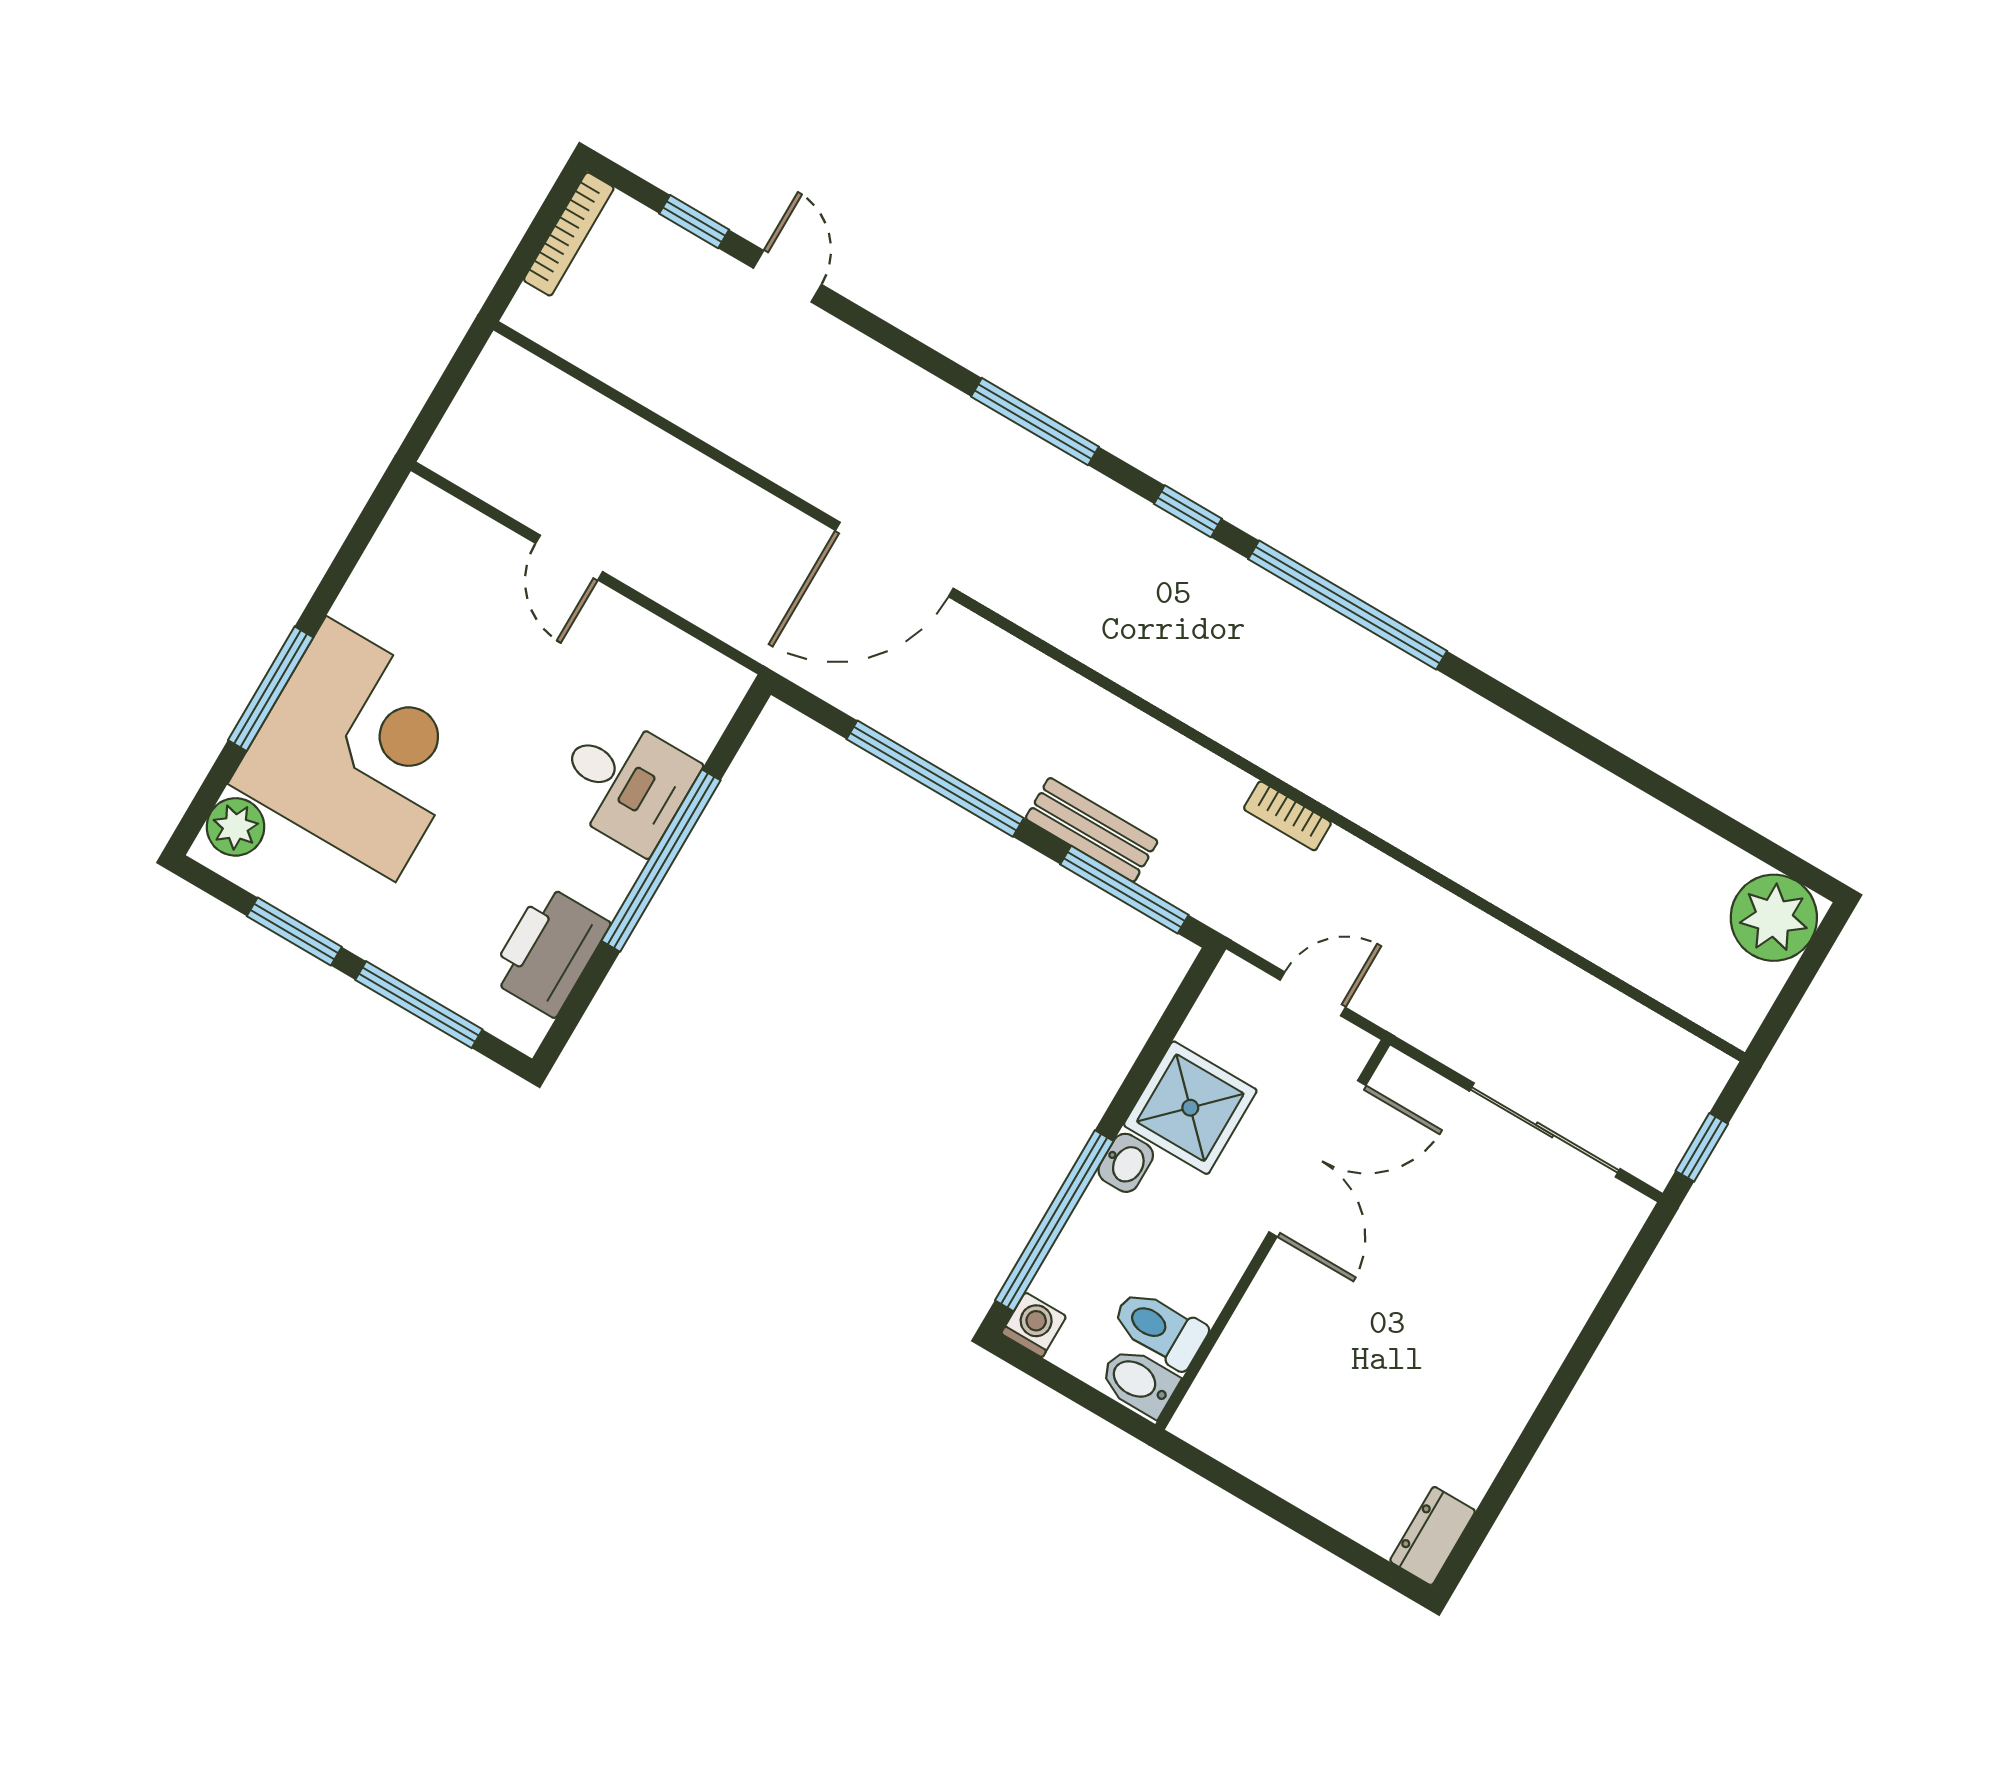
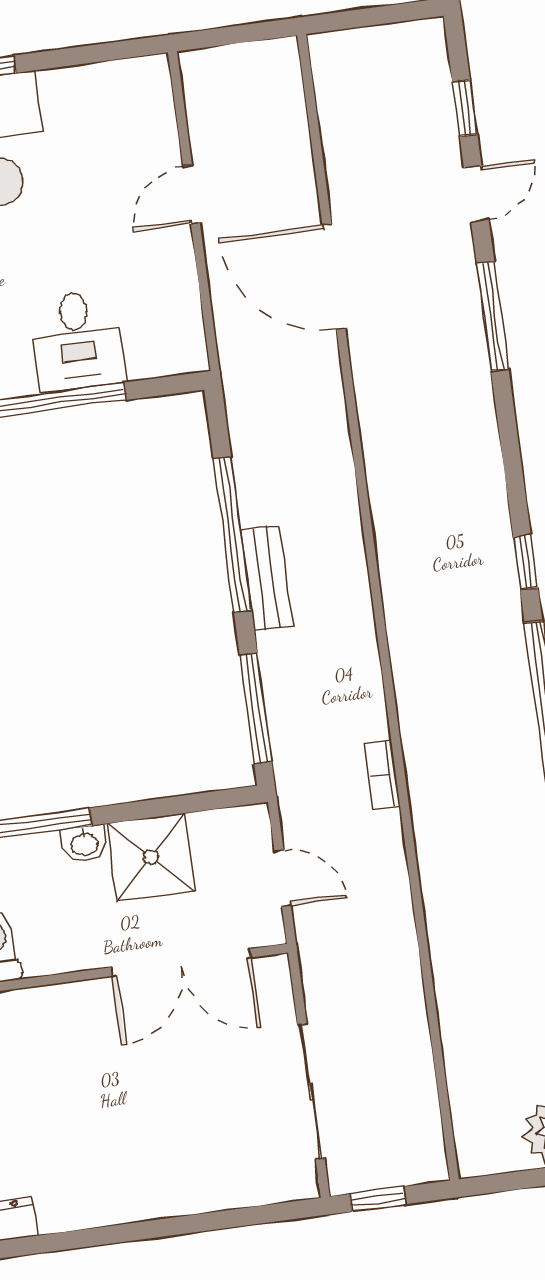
bookcase: (569, 234) -> (395, 35), removed
window: (1035, 422) -> (493, 316), moved
door: (894, 559) -> (334, 277), moved
bench: (1092, 830) -> (267, 578), moved

